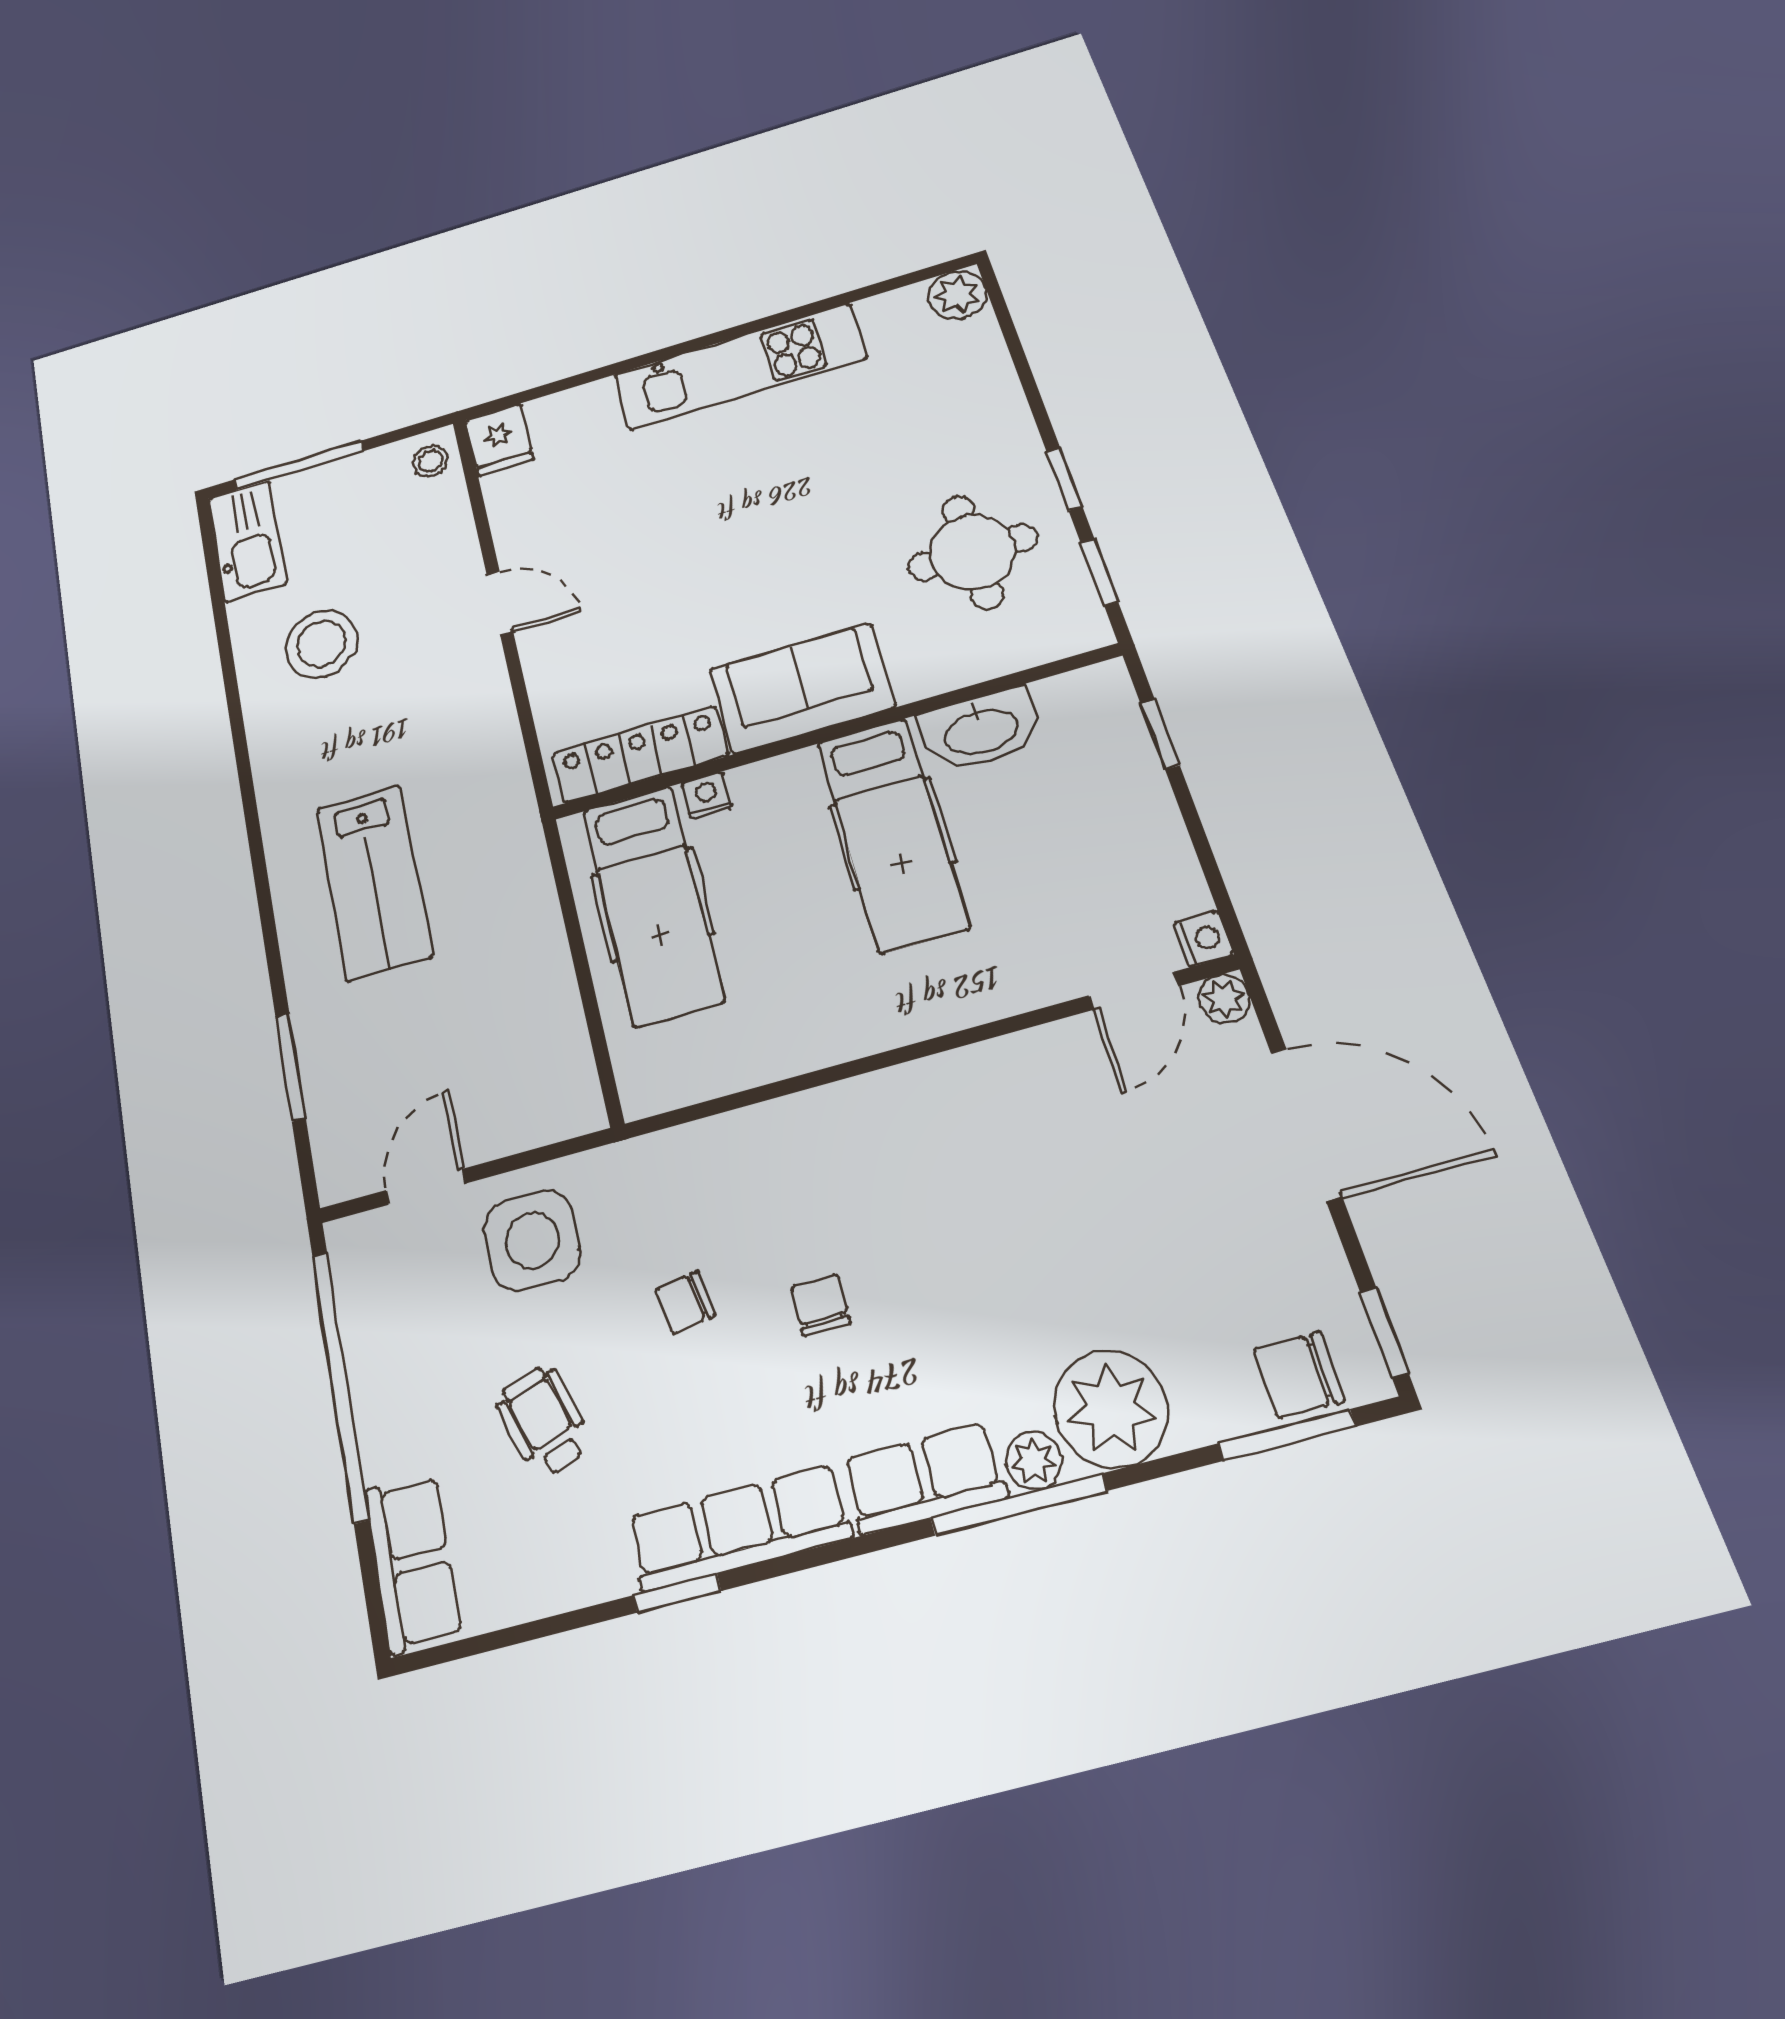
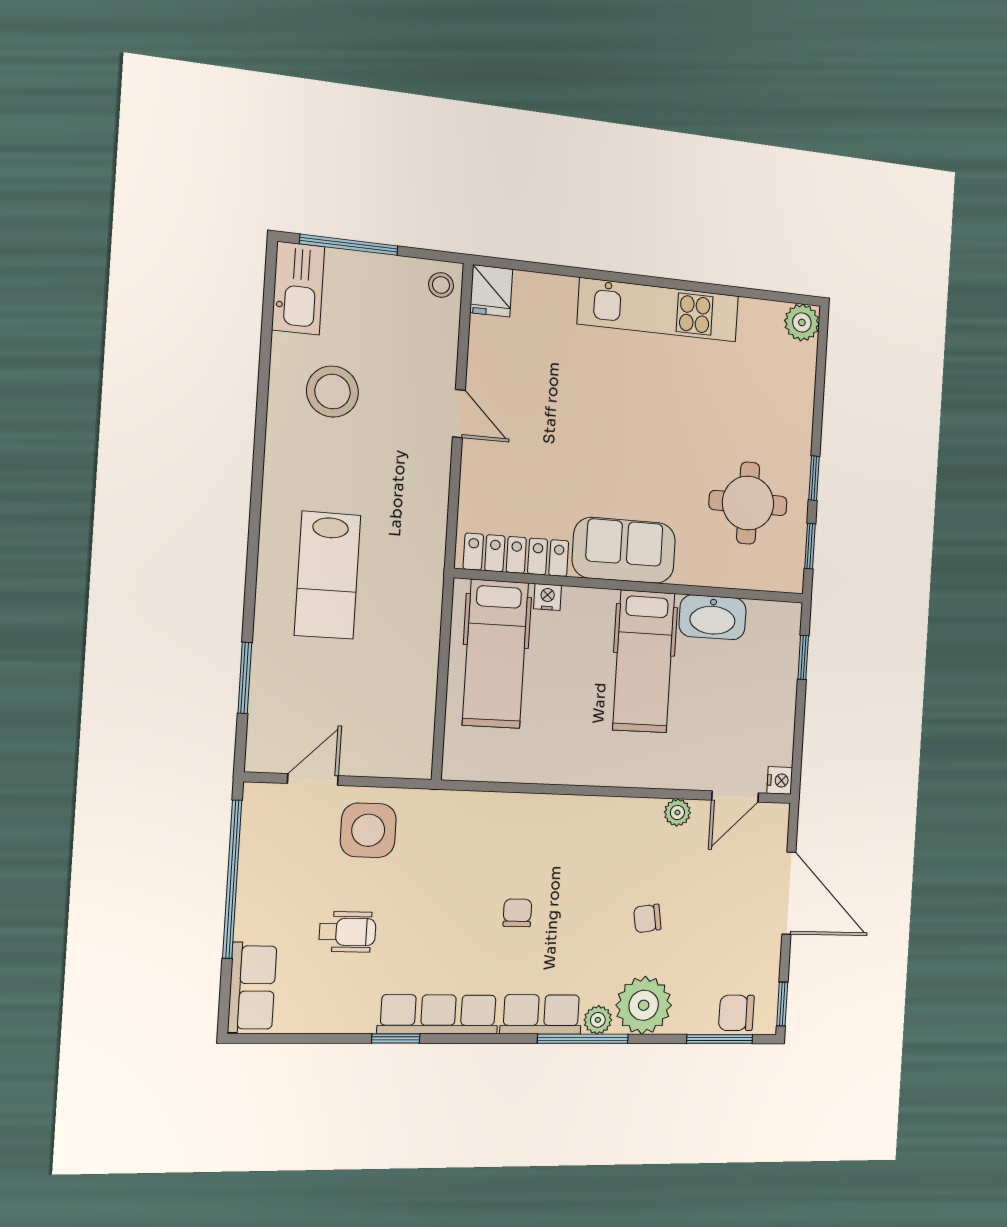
plant: (1224, 999) -> (677, 812), moved
chair: (685, 1302) -> (647, 918), moved
wheelchair: (544, 1421) -> (347, 932), turned 108

